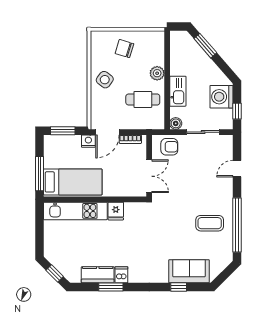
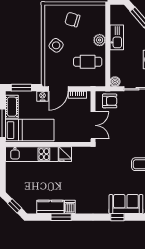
kitchen sink: (178, 91) -> (117, 37), moved
cot: (51, 154) -> (12, 107), added

